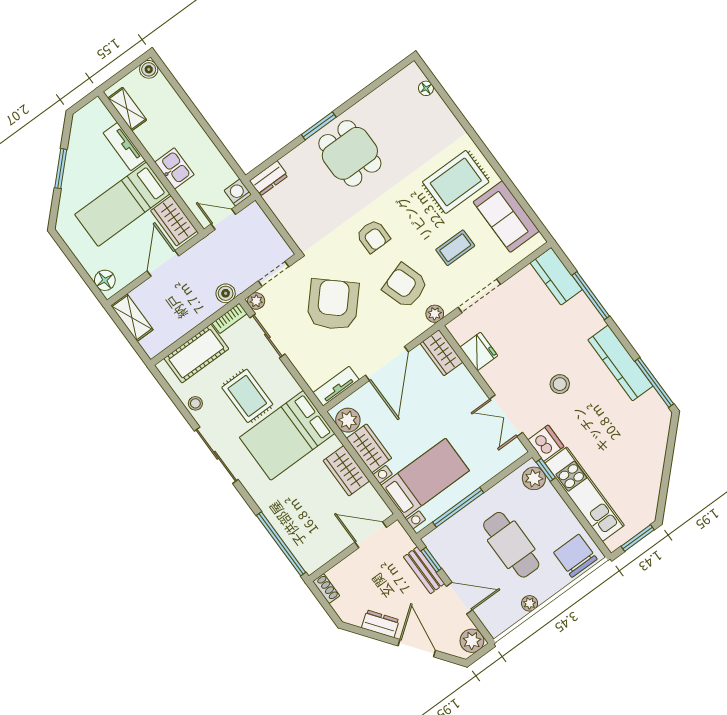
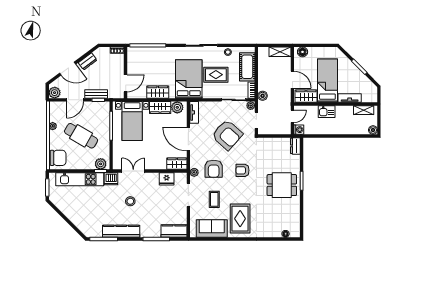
armchair: (405, 286) -> (214, 169), turned 108
cafe table: (511, 545) -> (81, 136), turned 30

